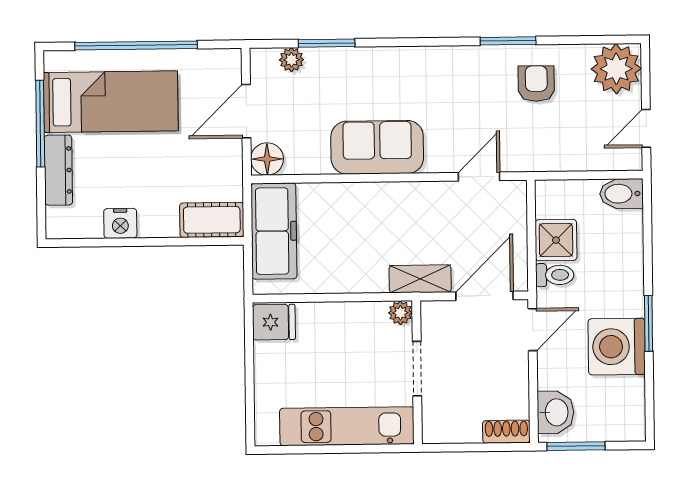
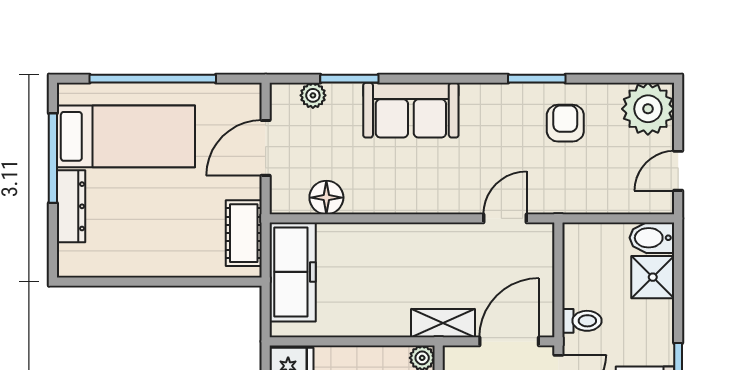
sofa: (377, 147) -> (411, 110), moved, turned 180
floor lamp: (267, 159) -> (326, 198), moved
cot: (212, 220) -> (244, 233), moved, turned 90
nightstand: (120, 223) -> (134, 262), removed
shower: (556, 240) -> (653, 277), moved

